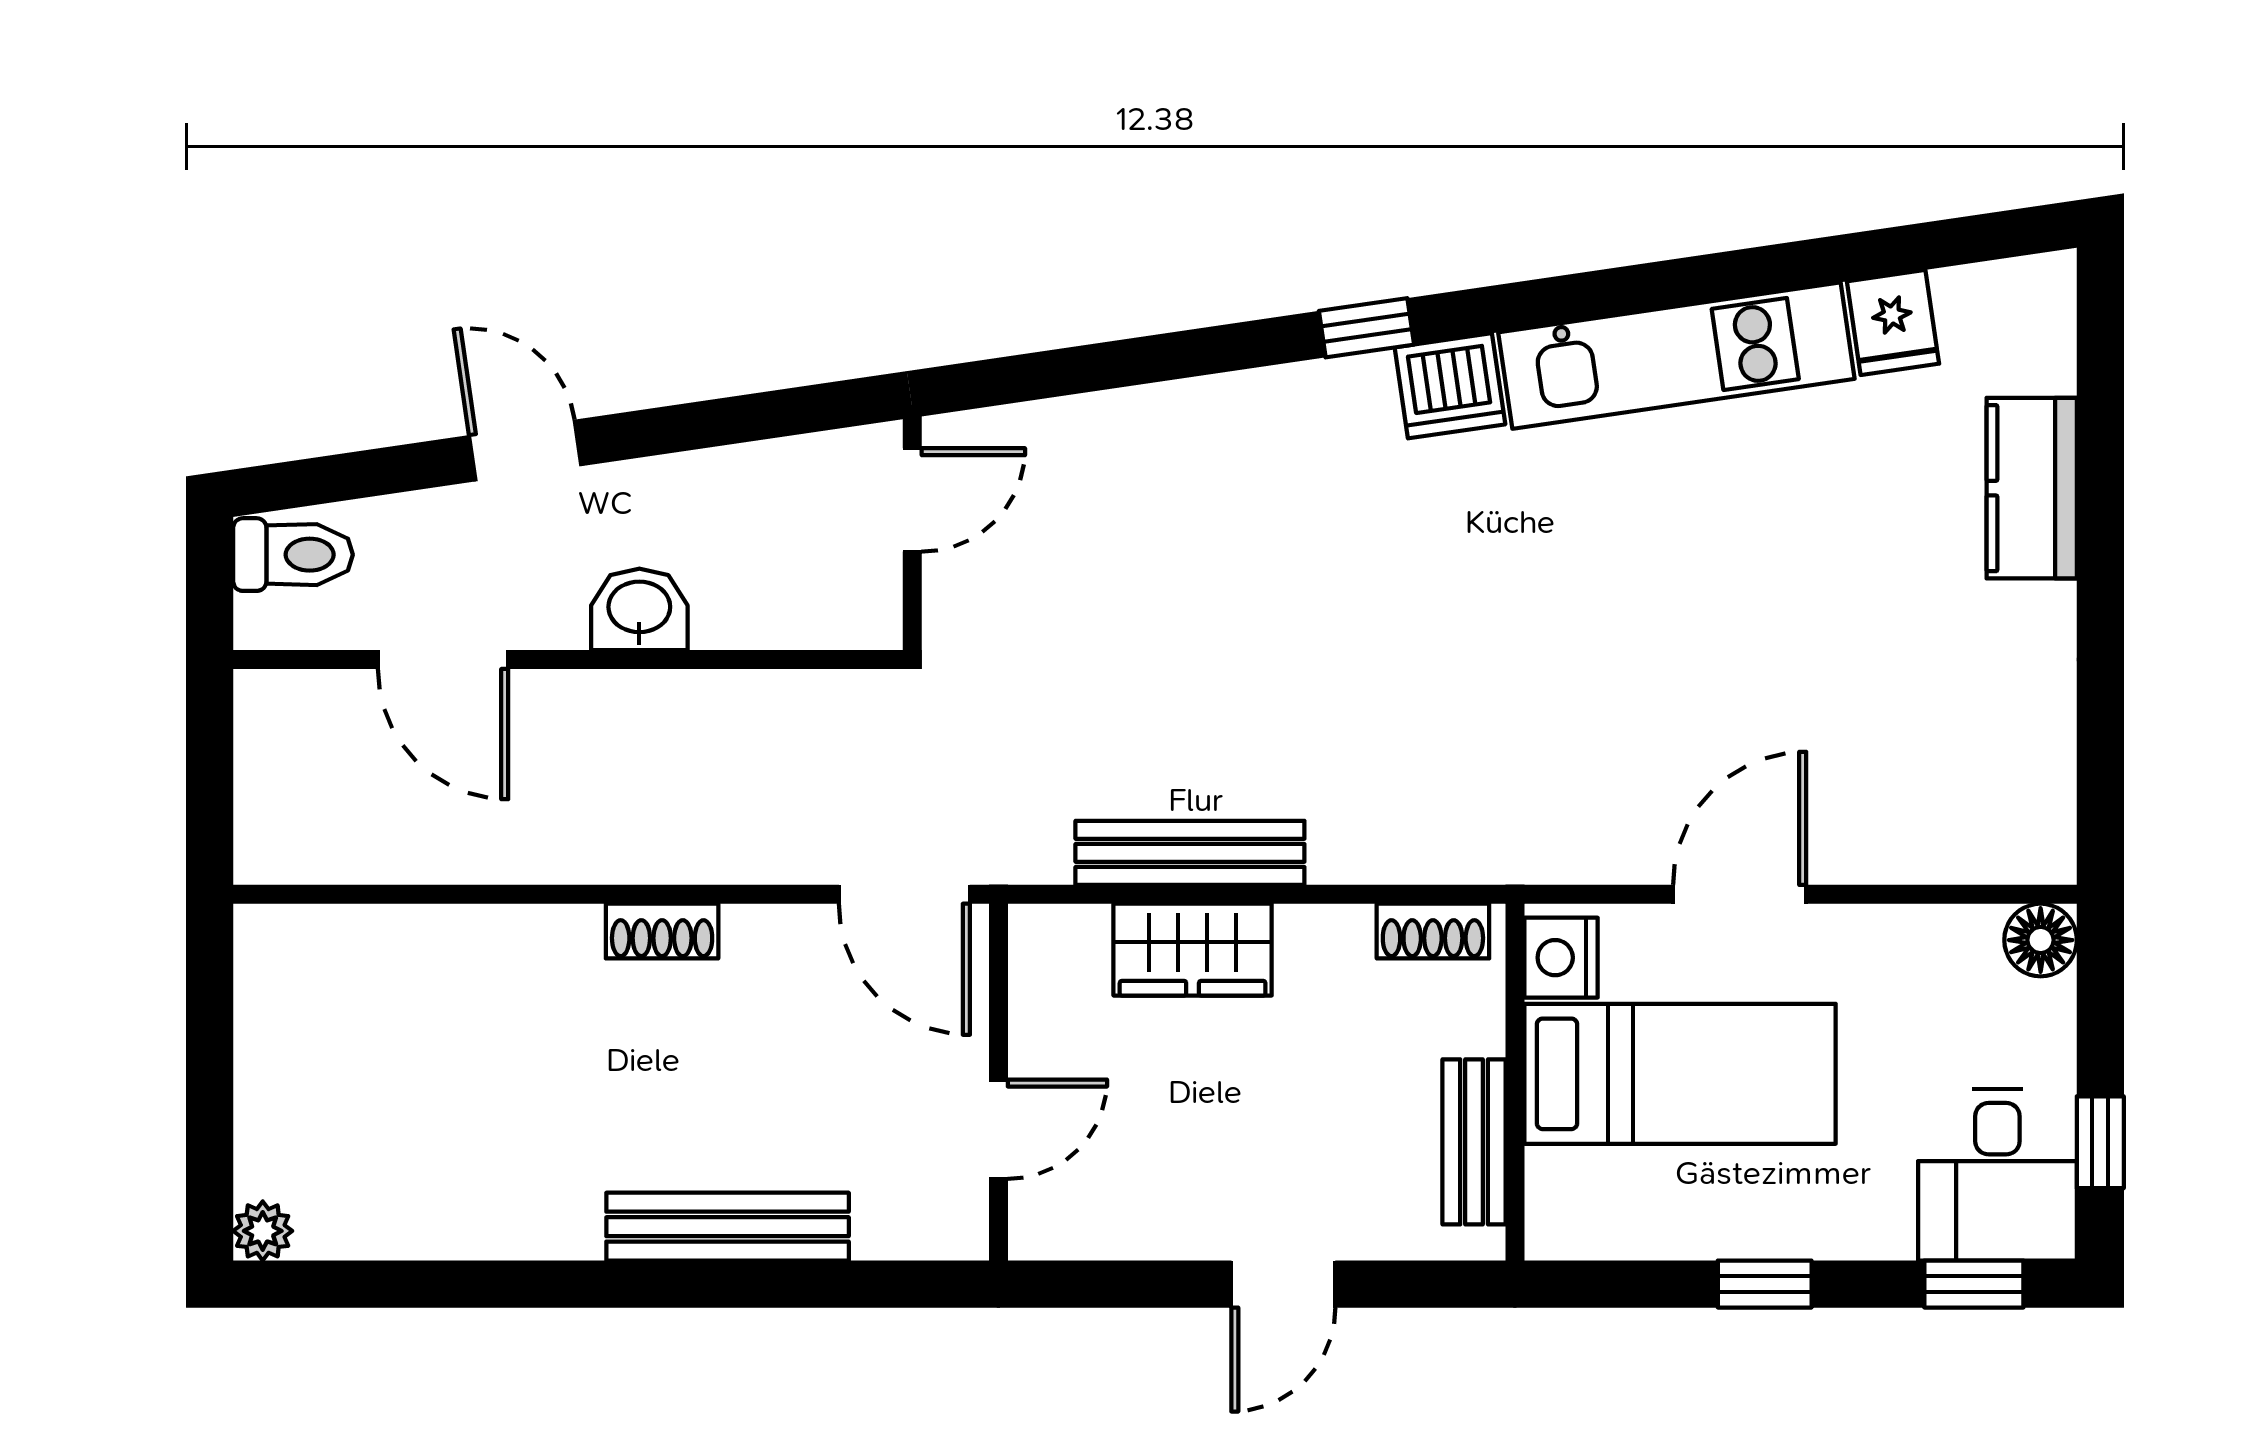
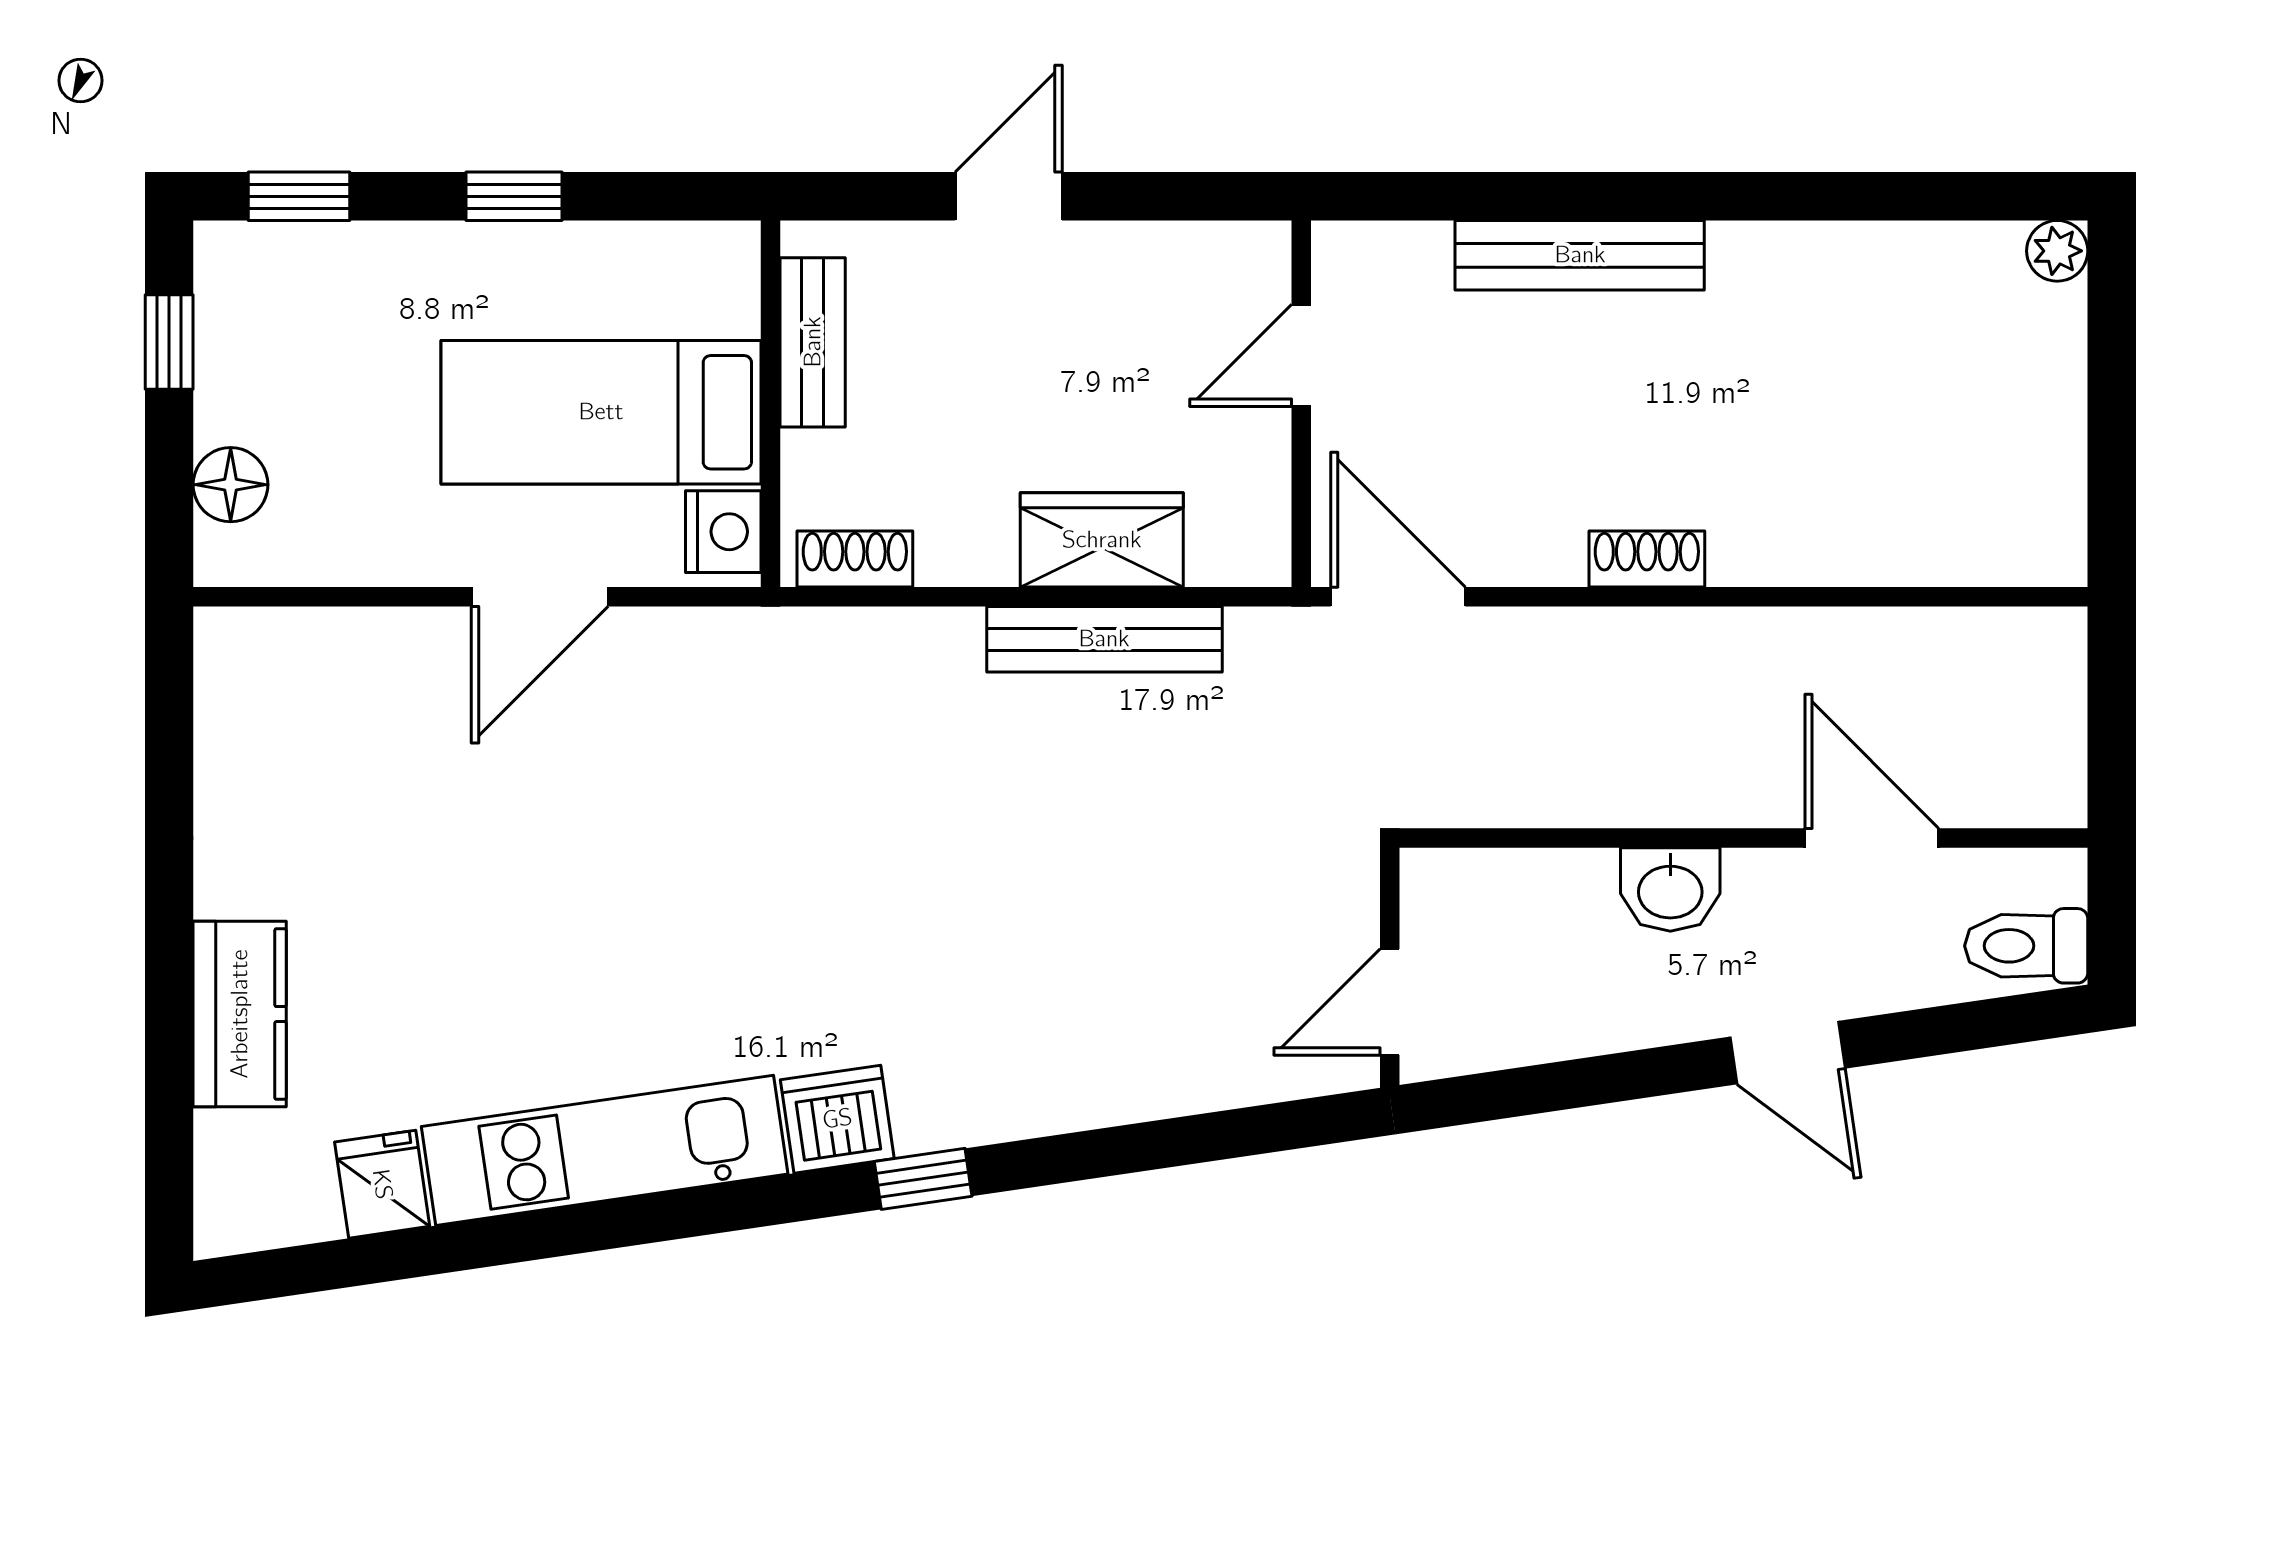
floor lamp: (2041, 940) -> (231, 485), moved
desk: (1997, 1175) -> (275, 308), removed

